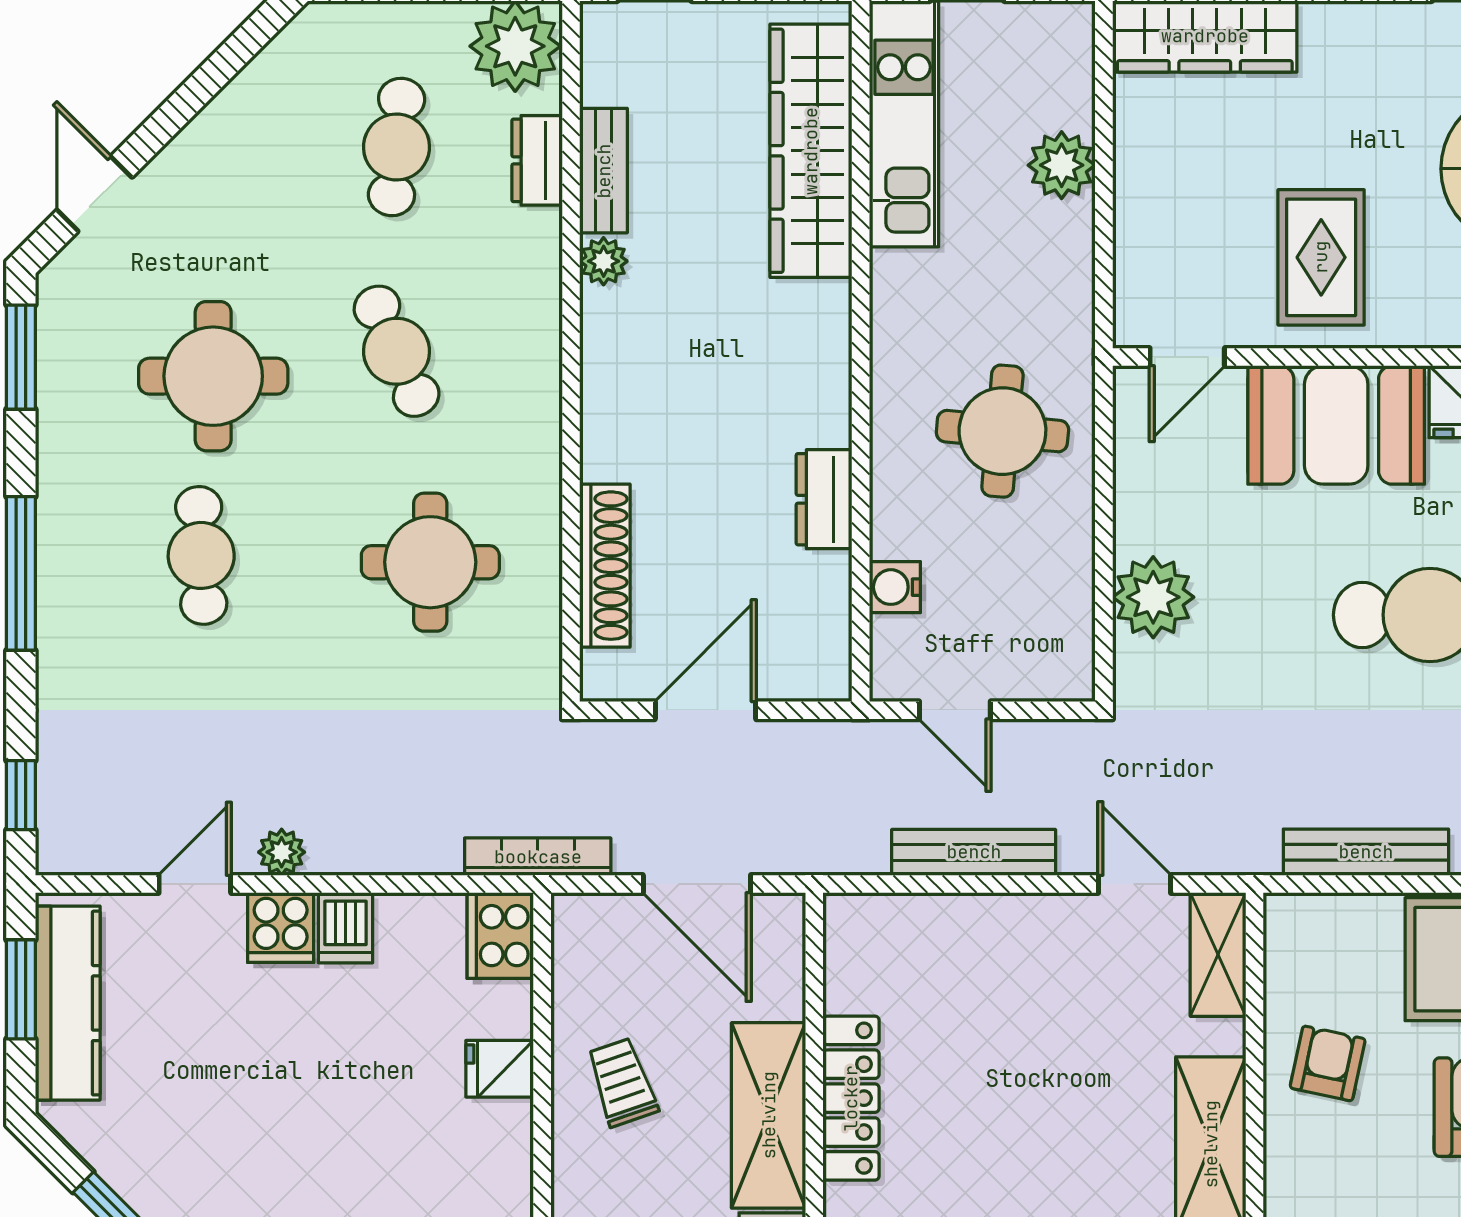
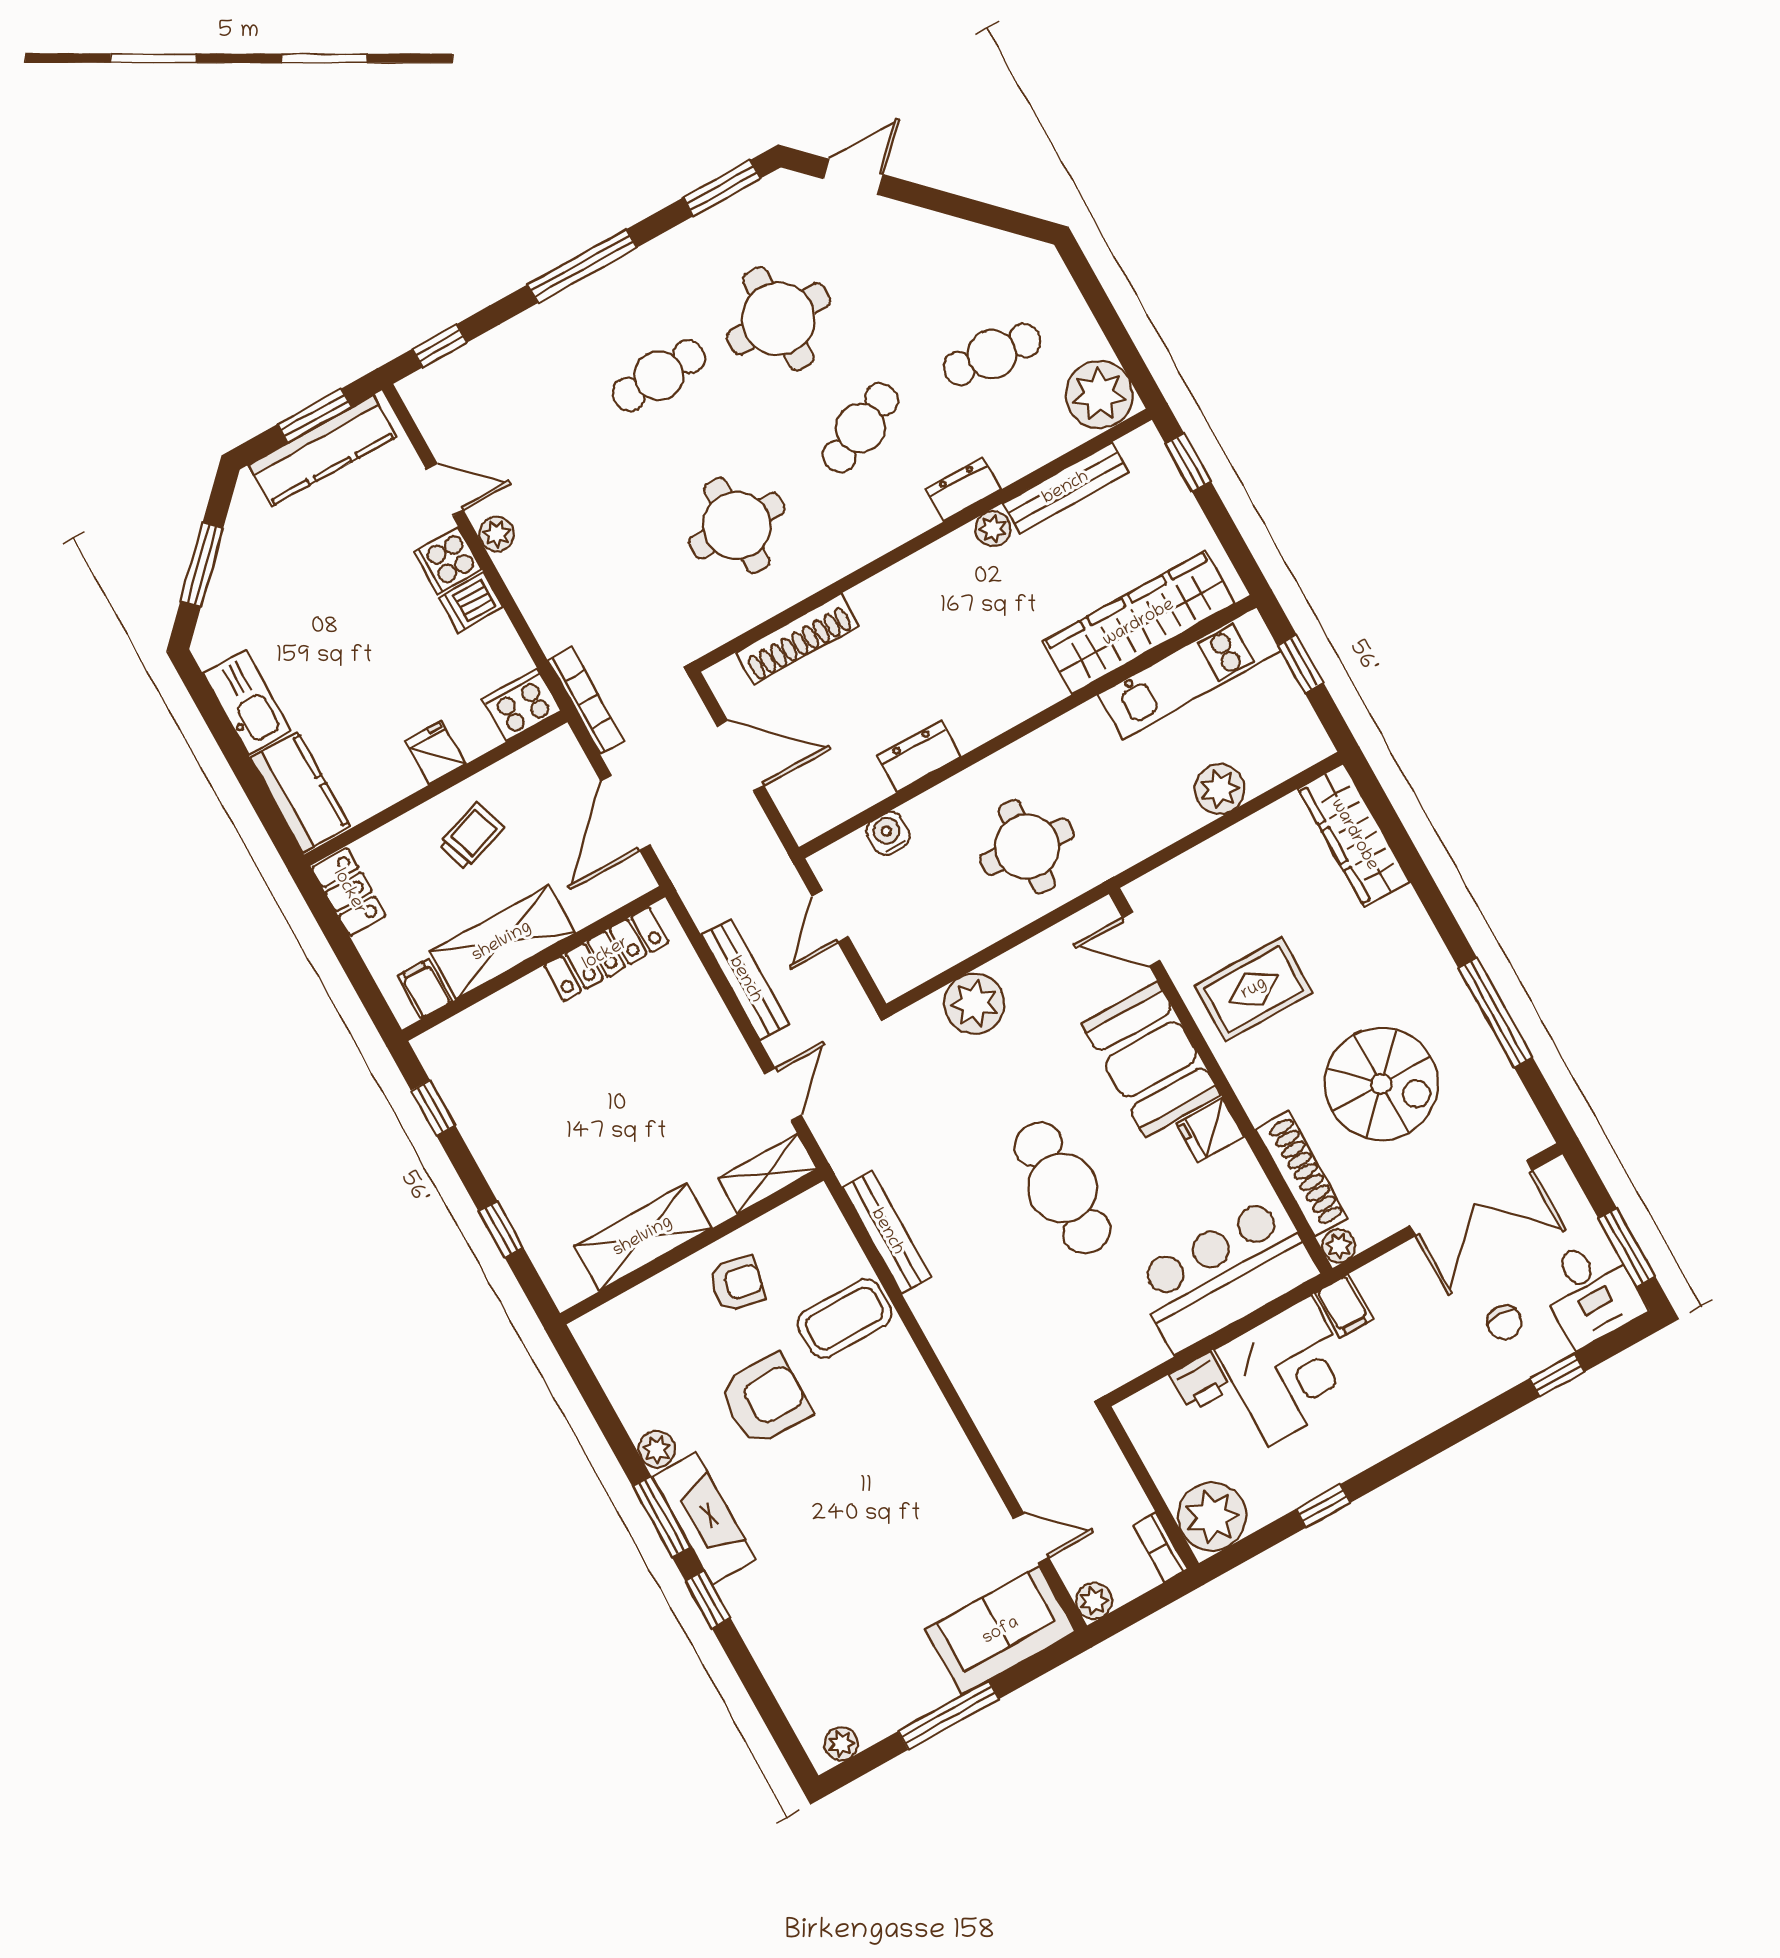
dresser: (537, 160) -> (963, 489), moved
bench: (604, 171) -> (1066, 488), width x1.36
locker: (851, 1098) -> (606, 954), moved

